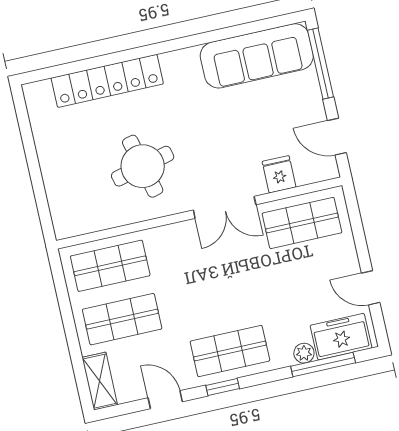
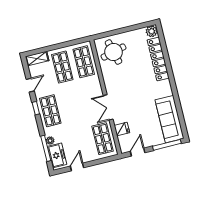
plant: (38, 95) -> (152, 31), added
round table: (143, 166) -> (114, 52), moved

